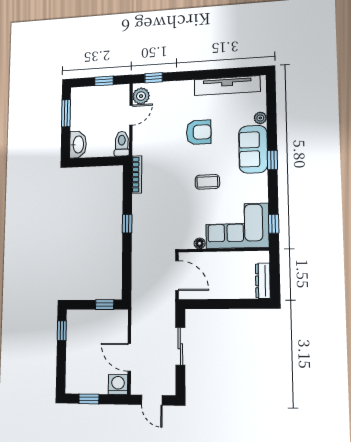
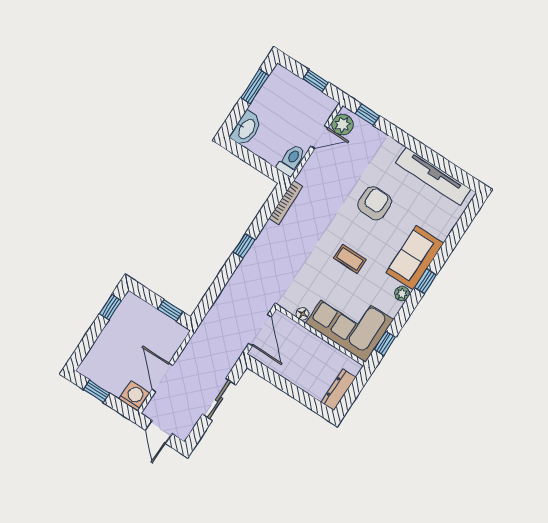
plant: (260, 118) -> (402, 294), moved
armchair: (199, 132) -> (375, 203), turned -90

